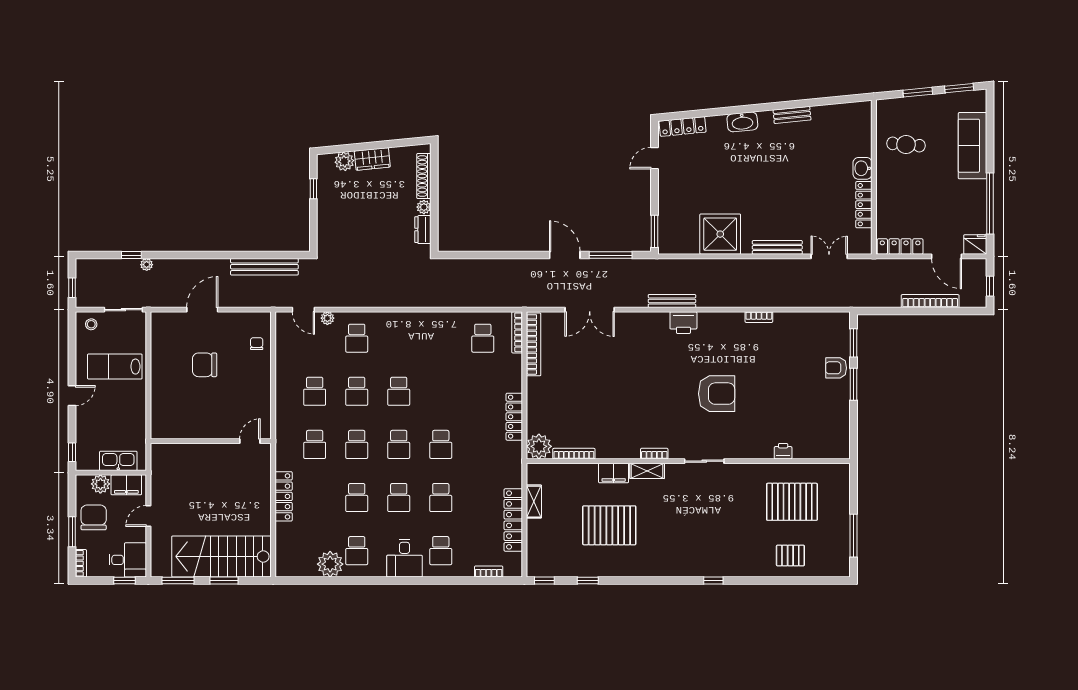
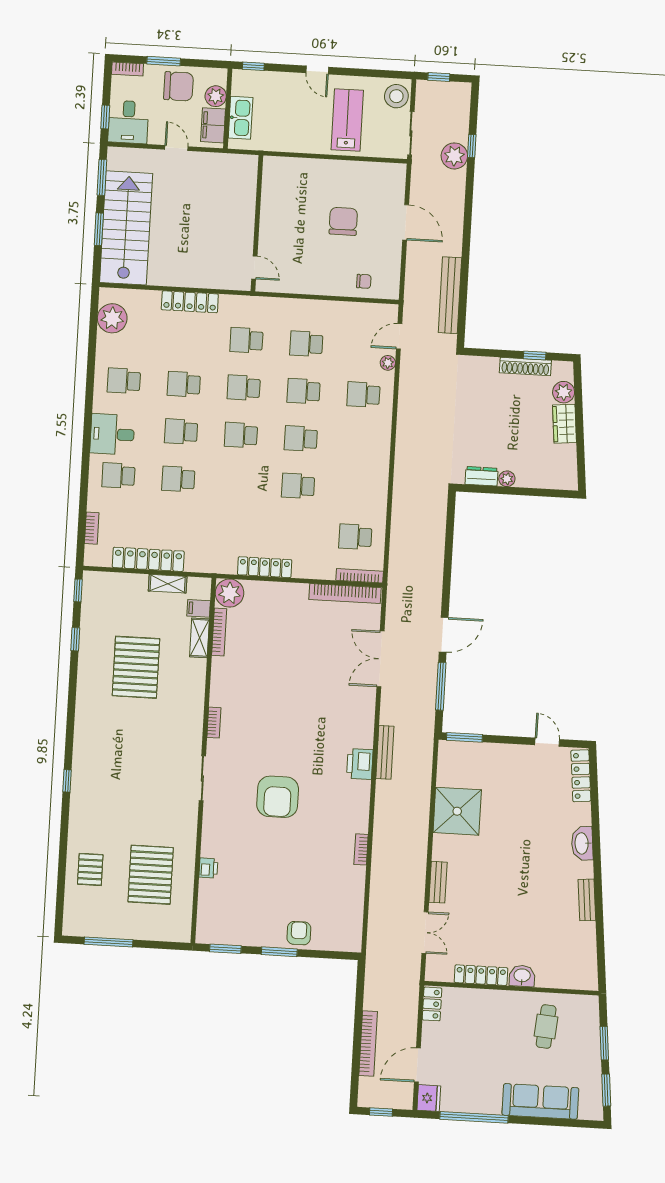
shoe rack: (424, 176) -> (525, 367), moved, turned 180
locker: (900, 246) -> (432, 1004), width x0.66
bench: (777, 247) -> (438, 882), width x0.73
plant: (147, 265) -> (454, 156), width x1.88, depth x1.88
stool: (91, 324) -> (396, 96), width x1.89, depth x1.89
window: (854, 343) -> (225, 949), moved
school desk: (441, 444) -> (298, 486), moved
shelving: (647, 471) -> (199, 638), moved
filing cabinet: (614, 473) -> (199, 608), moved, width x0.50
plant: (330, 564) -> (112, 318), moved

